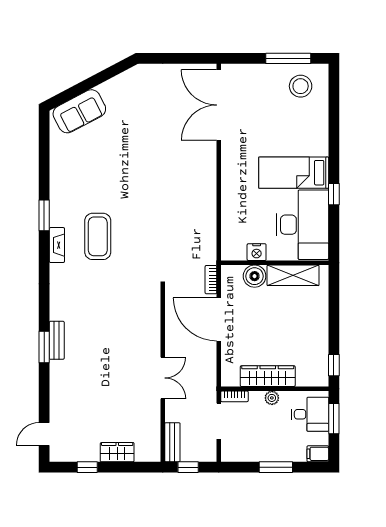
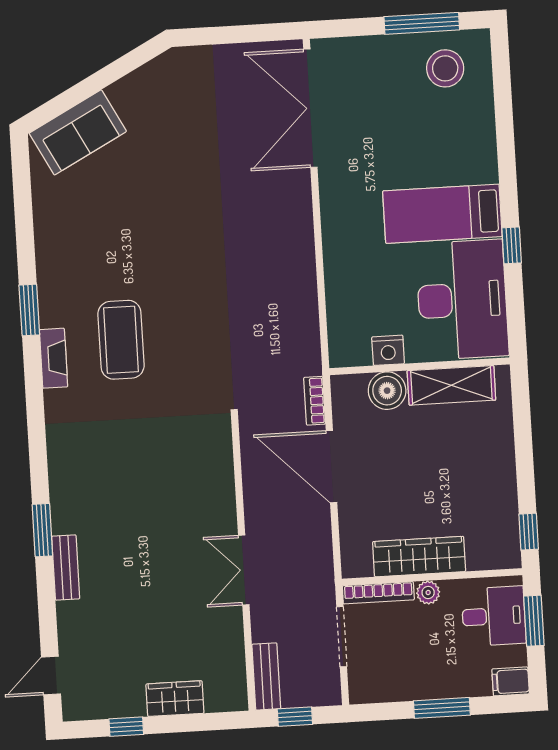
bench: (57, 340) -> (66, 568), moved
double door: (163, 378) -> (244, 570), swing flipped
bookcase: (234, 396) -> (378, 593), width x1.56

